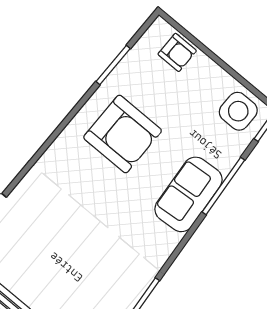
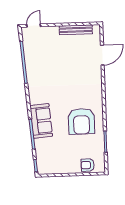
side table: (238, 111) -> (49, 164), removed
armchair: (123, 134) -> (81, 121), turned -90

